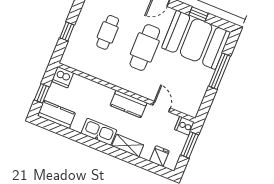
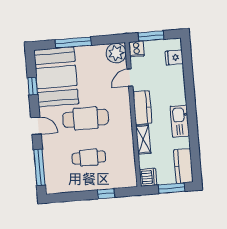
window: (42, 93) -> (172, 188), width x1.50
plant: (190, 105) -> (116, 53), added
shelving: (128, 145) -> (143, 139), moved

